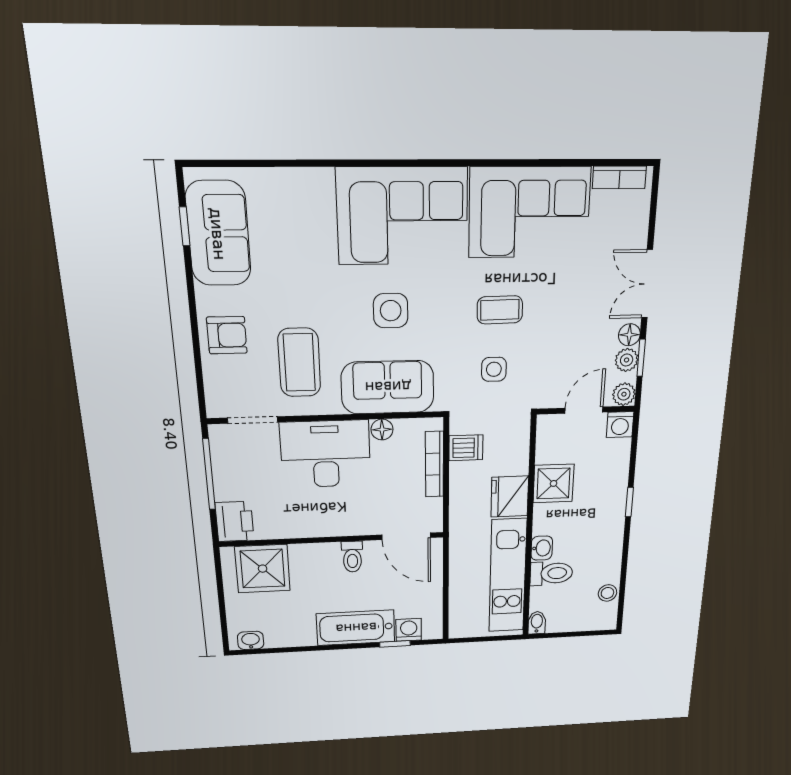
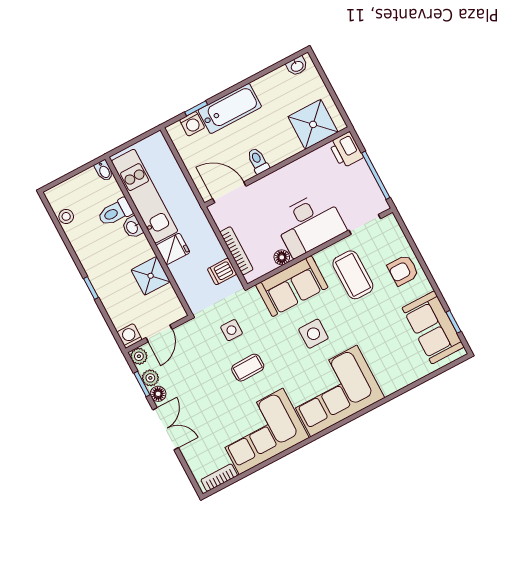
fridge: (510, 497) -> (173, 249), width x0.72

